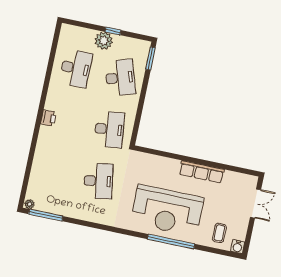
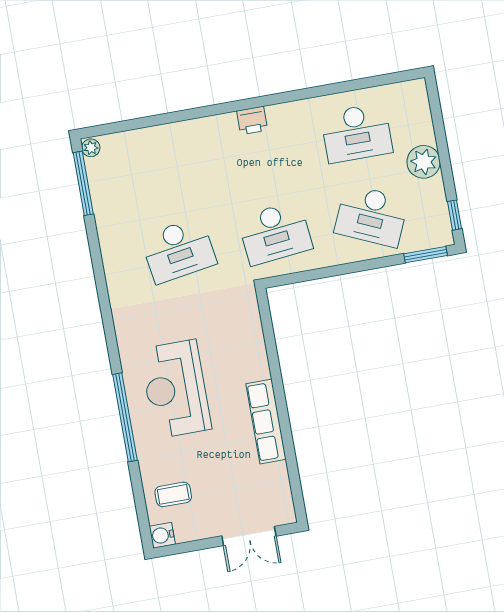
window: (113, 31) -> (455, 215), moved
desk: (120, 78) -> (371, 216), turned 42
reception desk: (167, 210) -> (176, 389), width x0.74, depth x0.77

